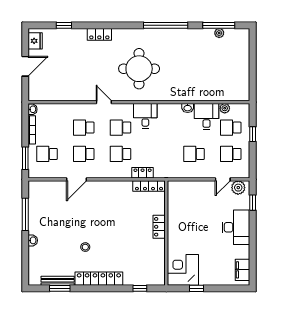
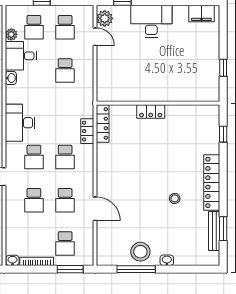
desk: (145, 116) -> (20, 123), width x1.37
stool: (40, 218) -> (140, 252), added
corner desk: (183, 270) -> (201, 84), removed

